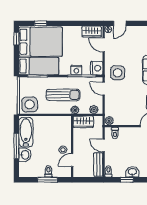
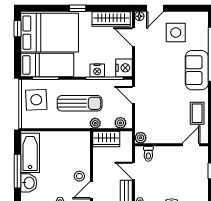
window: (40, 23) -> (78, 8), moved
wardrobe: (92, 31) -> (111, 19), width x1.50
side table: (118, 73) -> (176, 32), moved
side table: (30, 104) -> (36, 100), moved

